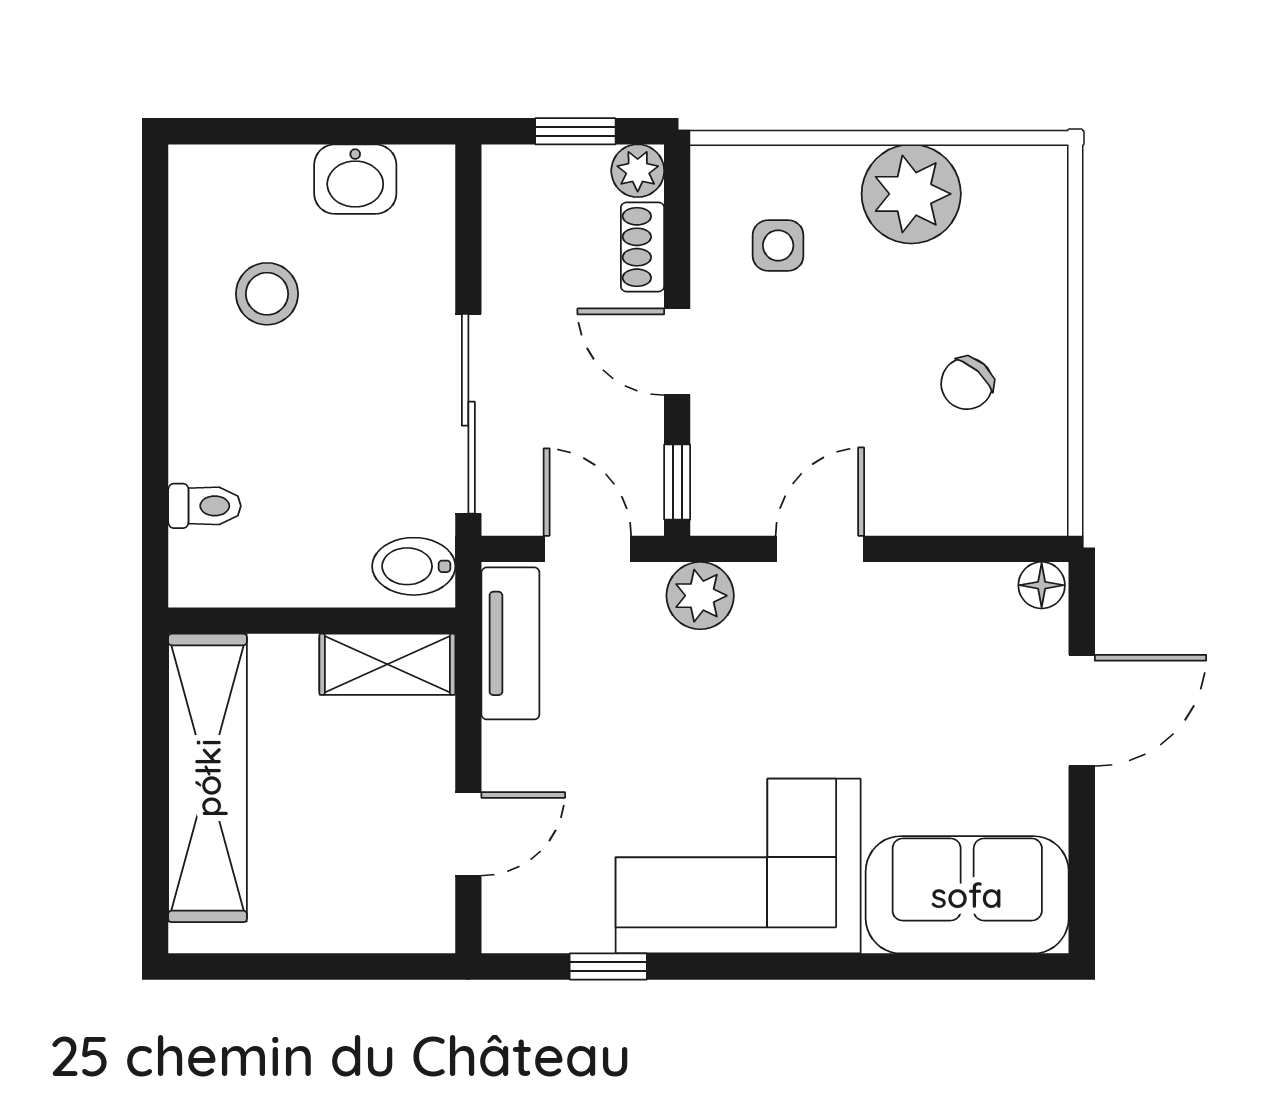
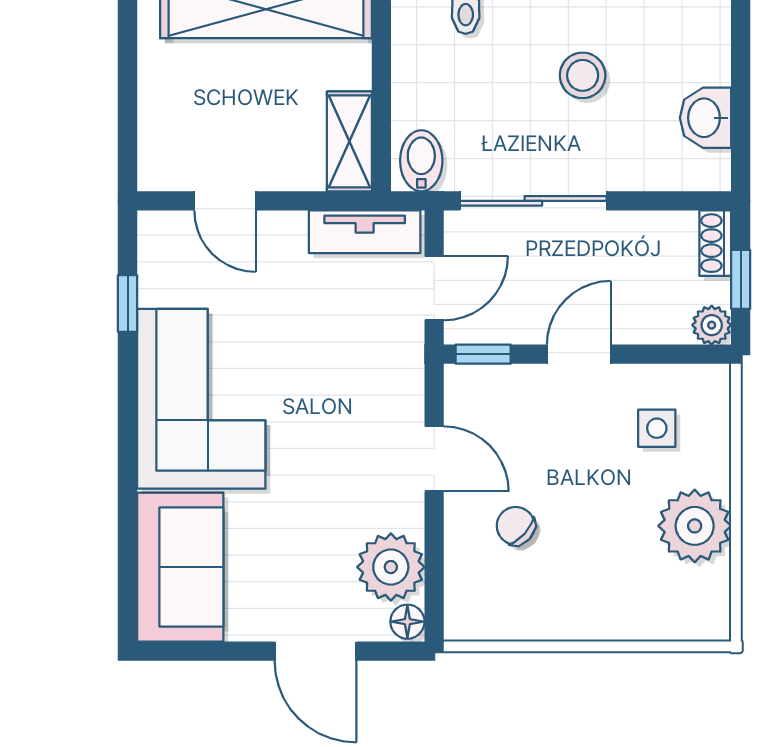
shoe rack: (643, 247) -> (715, 243), moved, turned -90
stool: (267, 294) -> (583, 75), moved
chair: (967, 383) -> (516, 526), moved
plant: (700, 596) -> (391, 567), moved, width x1.36, depth x1.36

